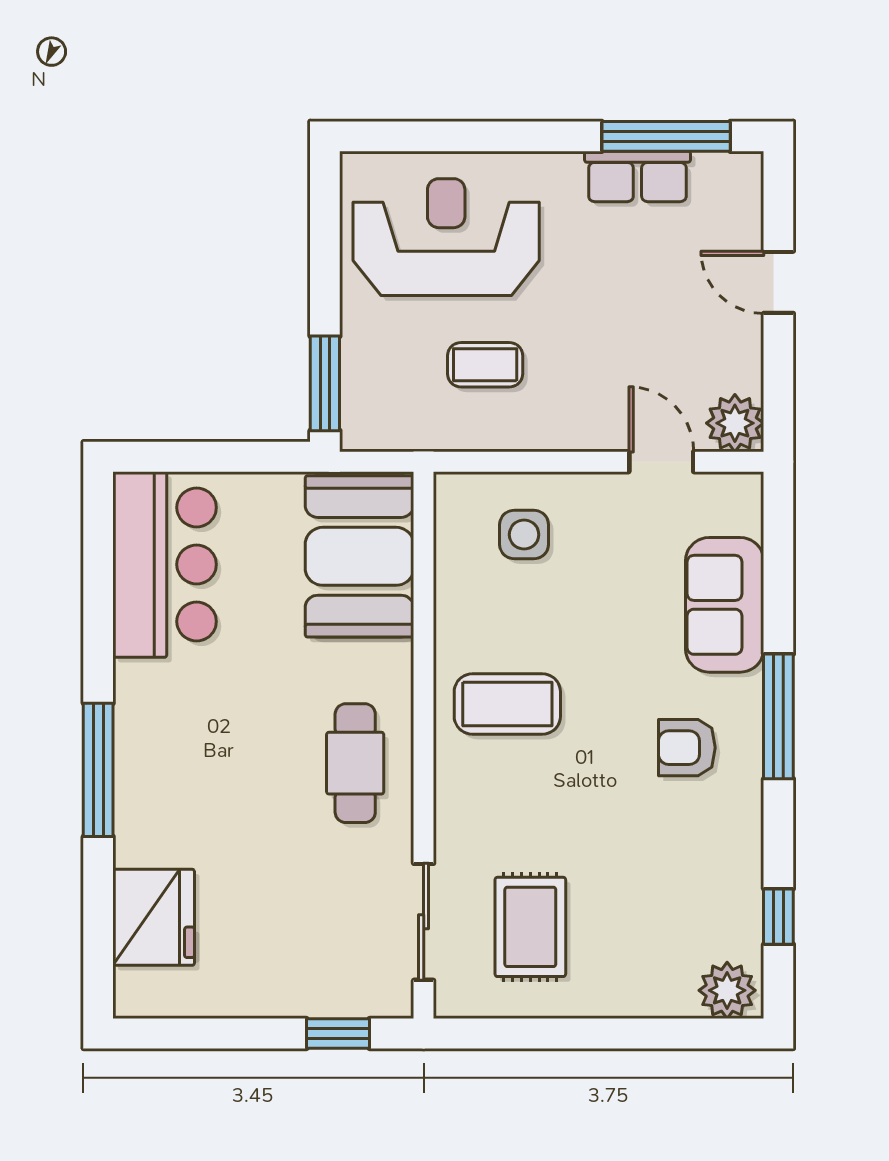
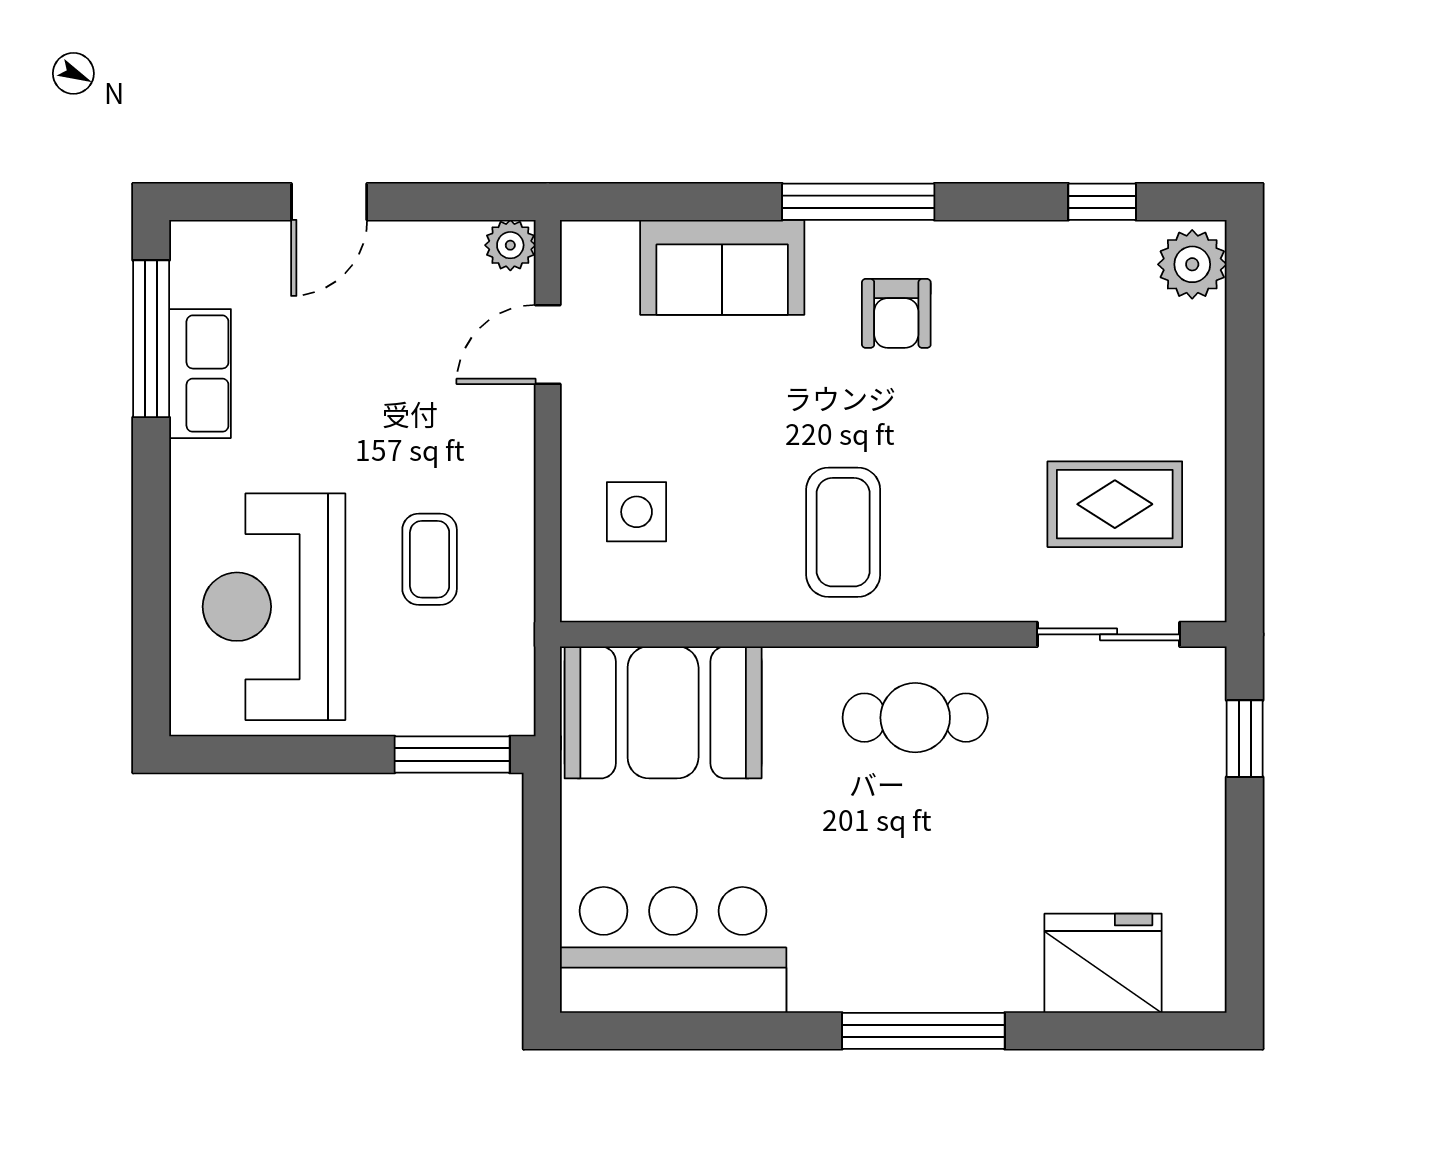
plant: (735, 423) -> (510, 245), width x0.73, depth x0.73

